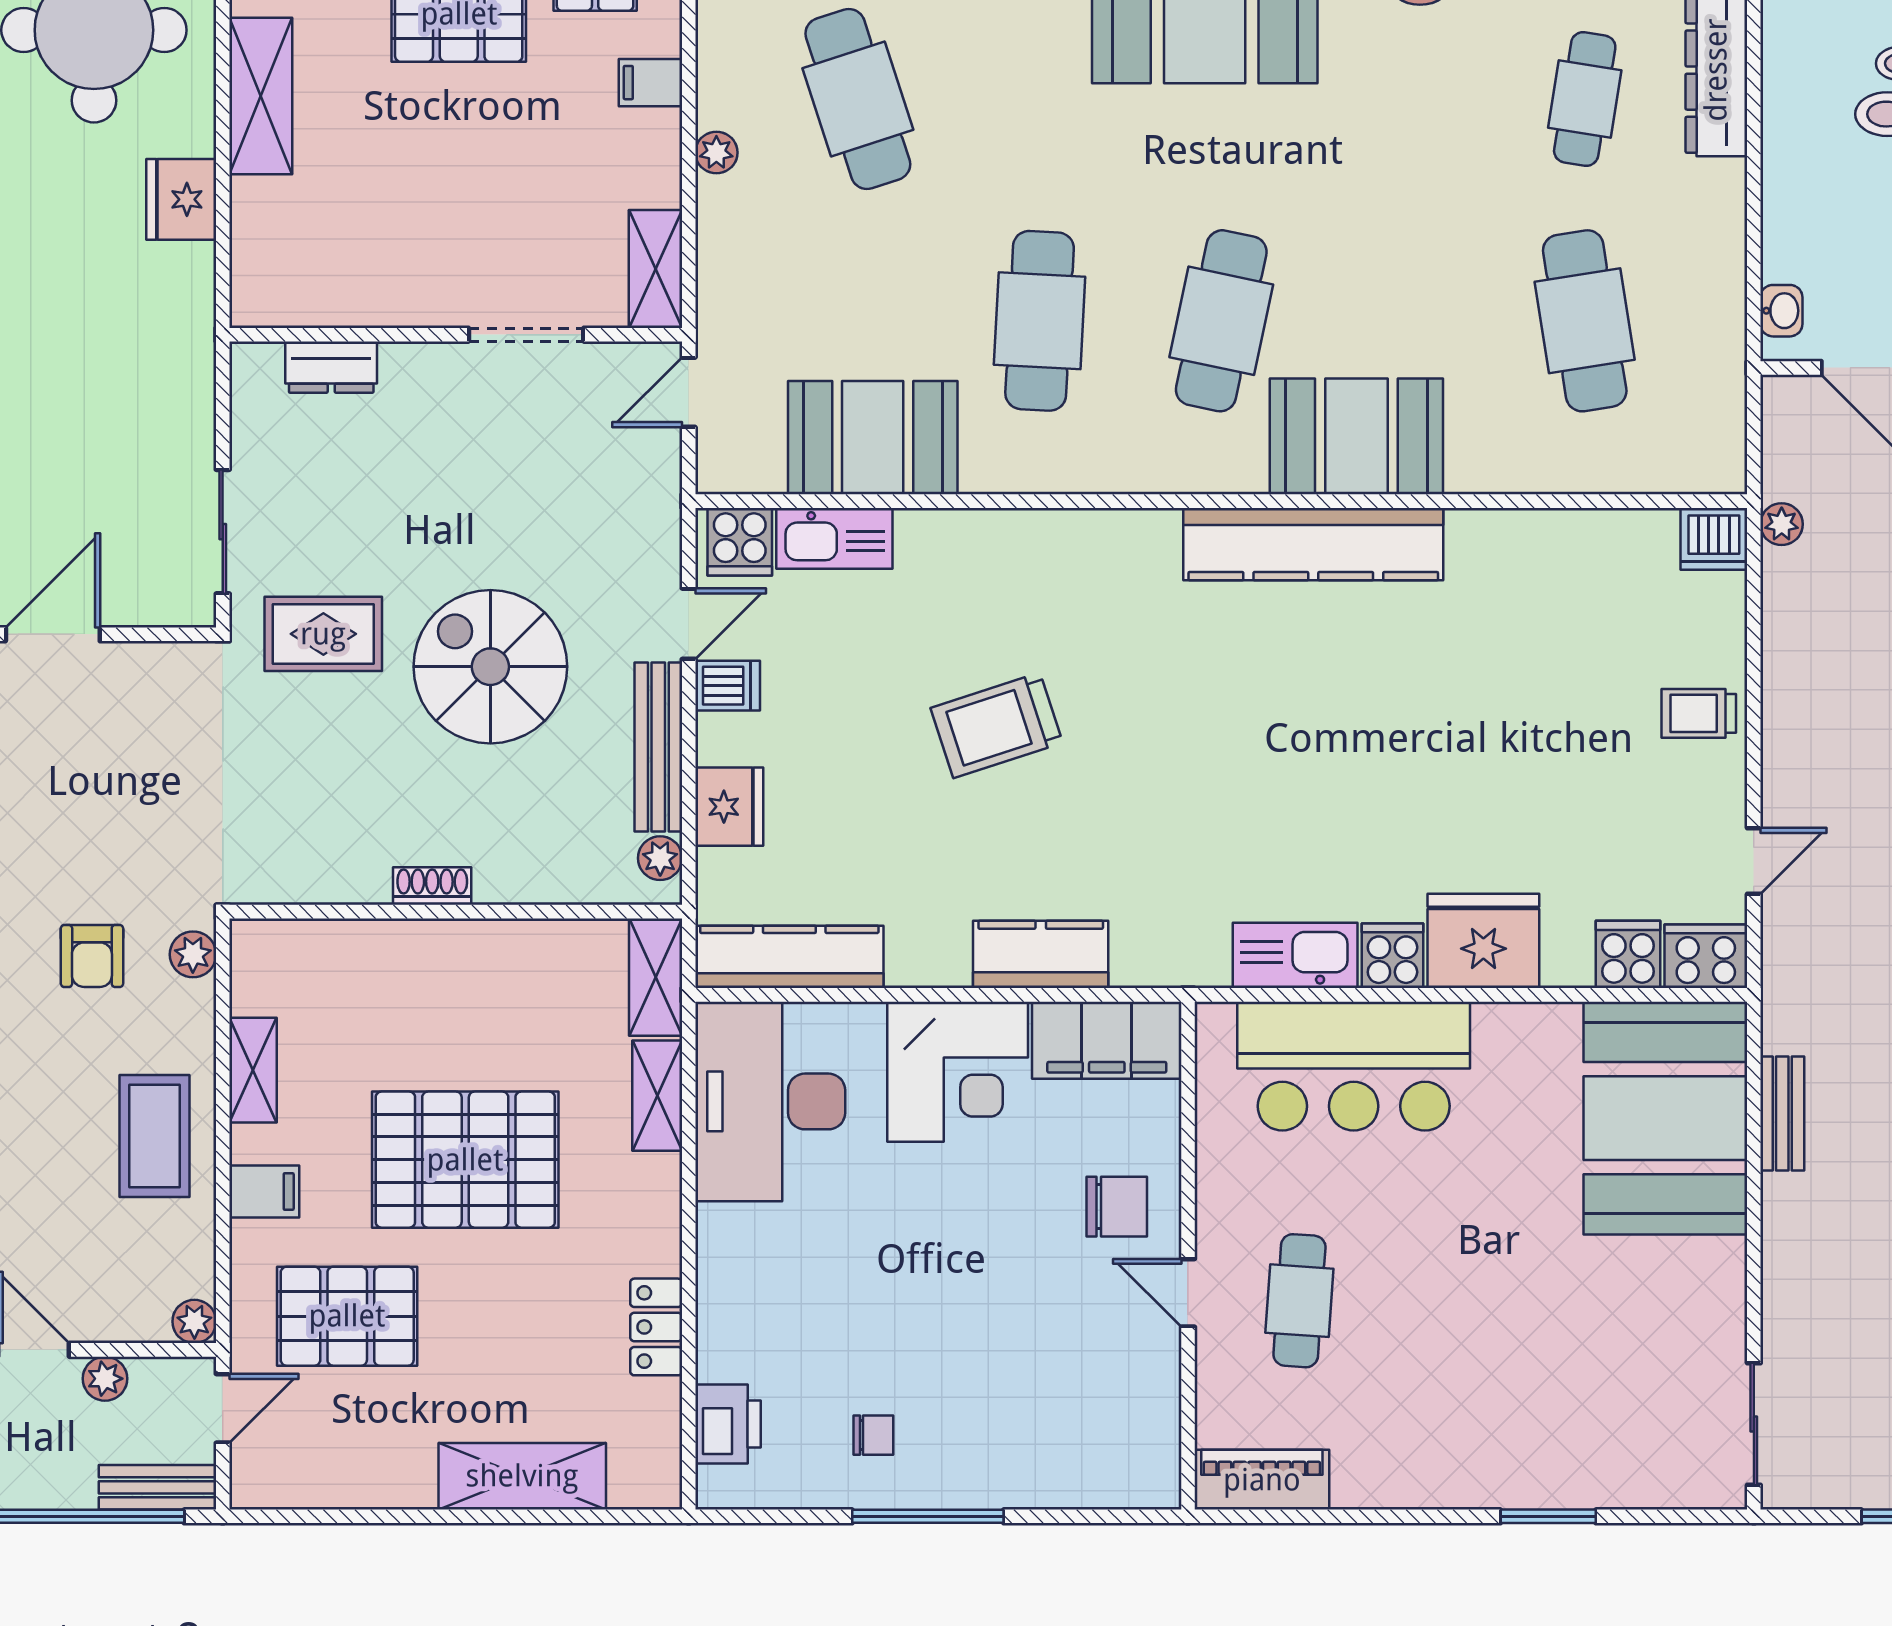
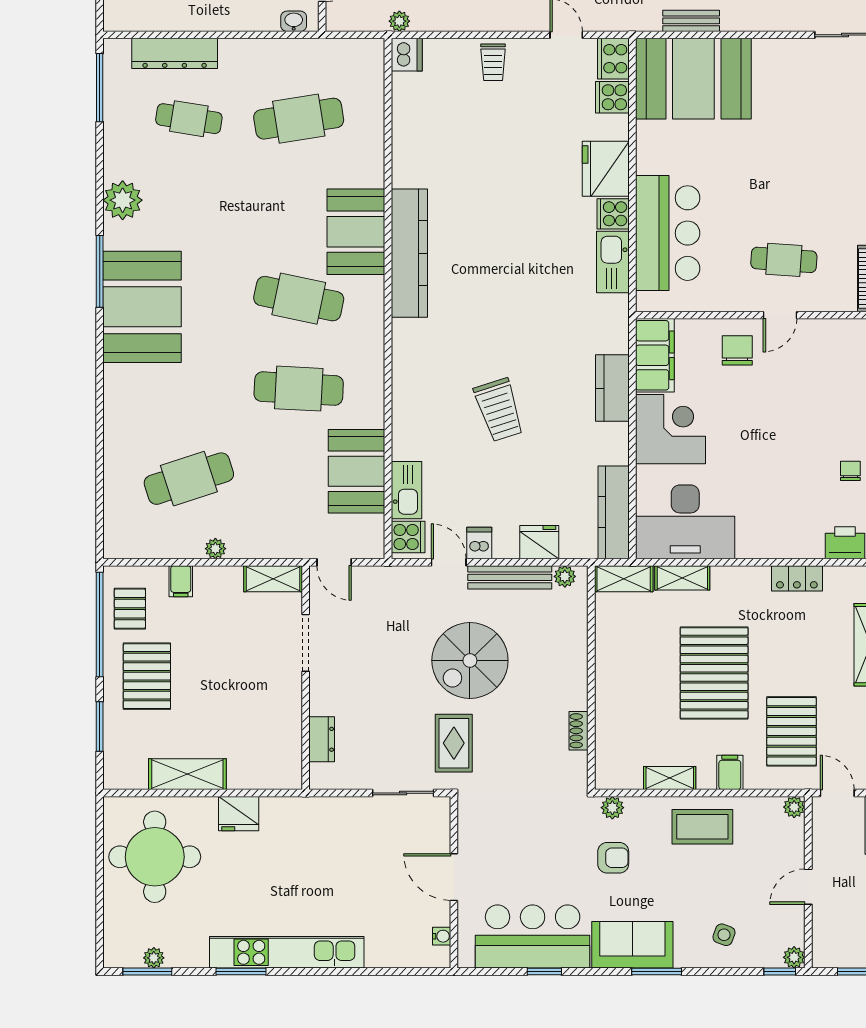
shoe rack: (432, 886) -> (579, 731), moved
plant: (105, 1379) -> (822, 851), removed

